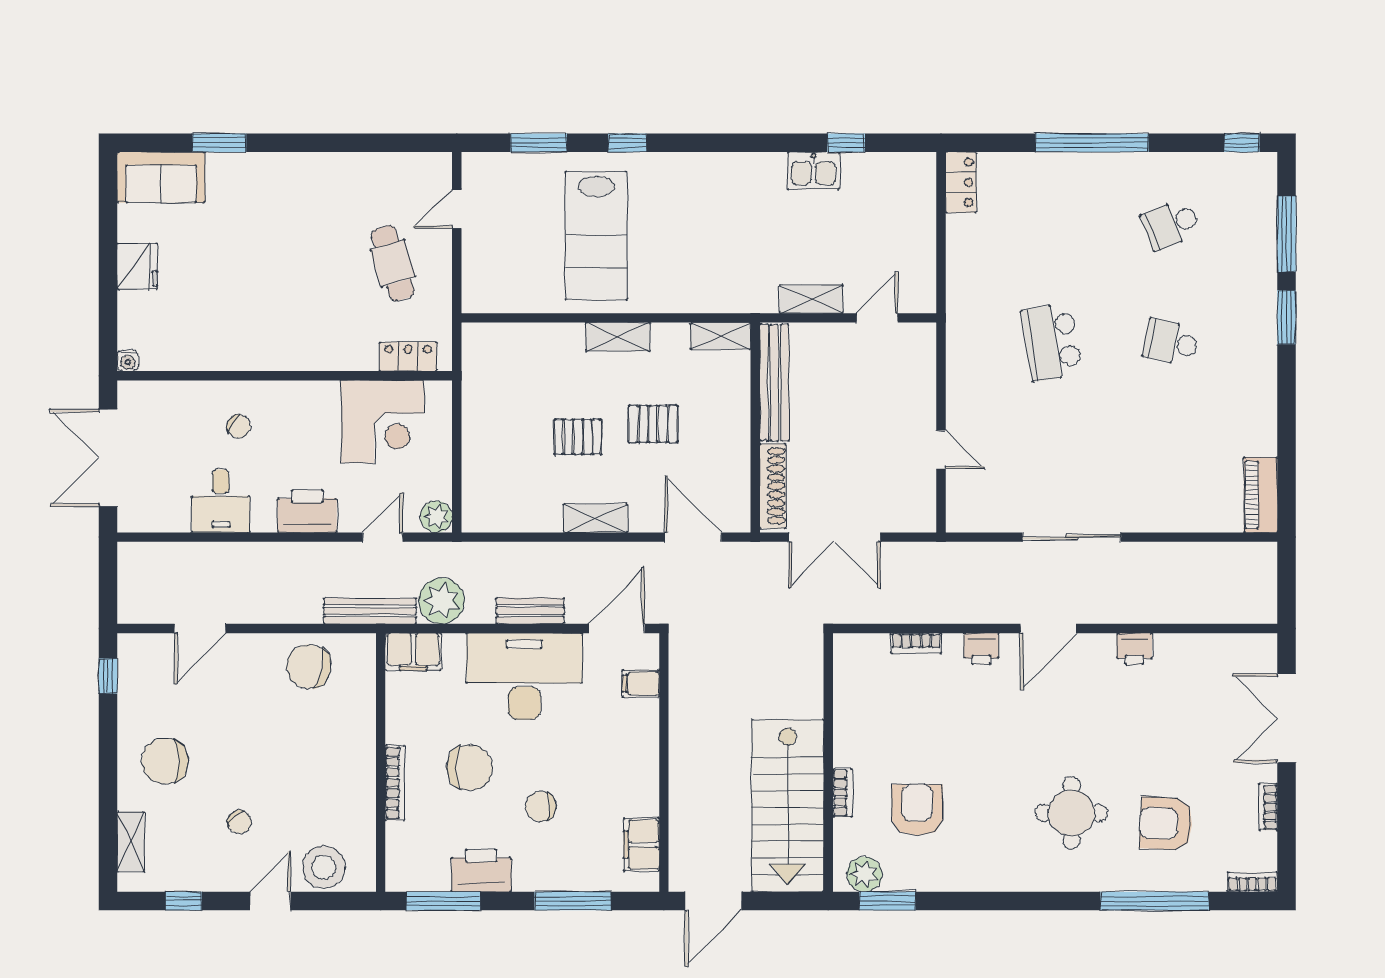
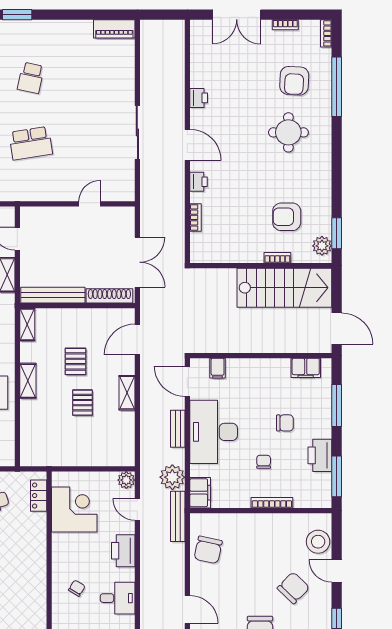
chair: (470, 768) -> (264, 462), width x0.54, depth x0.54
chair: (541, 807) -> (285, 423), turned -90
chair: (239, 822) -> (293, 588), width x1.87, depth x1.87

